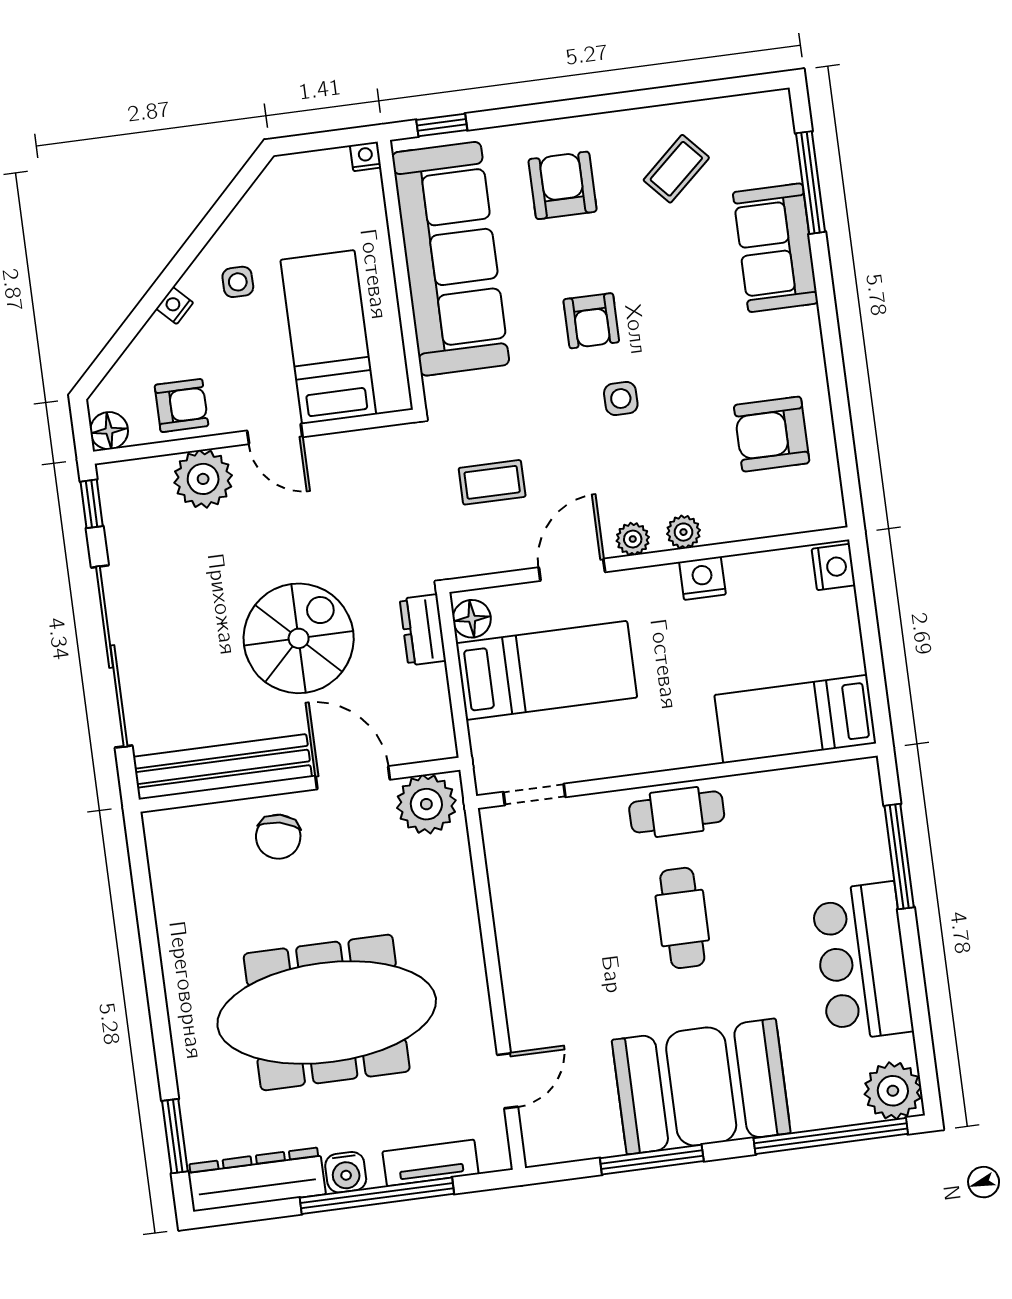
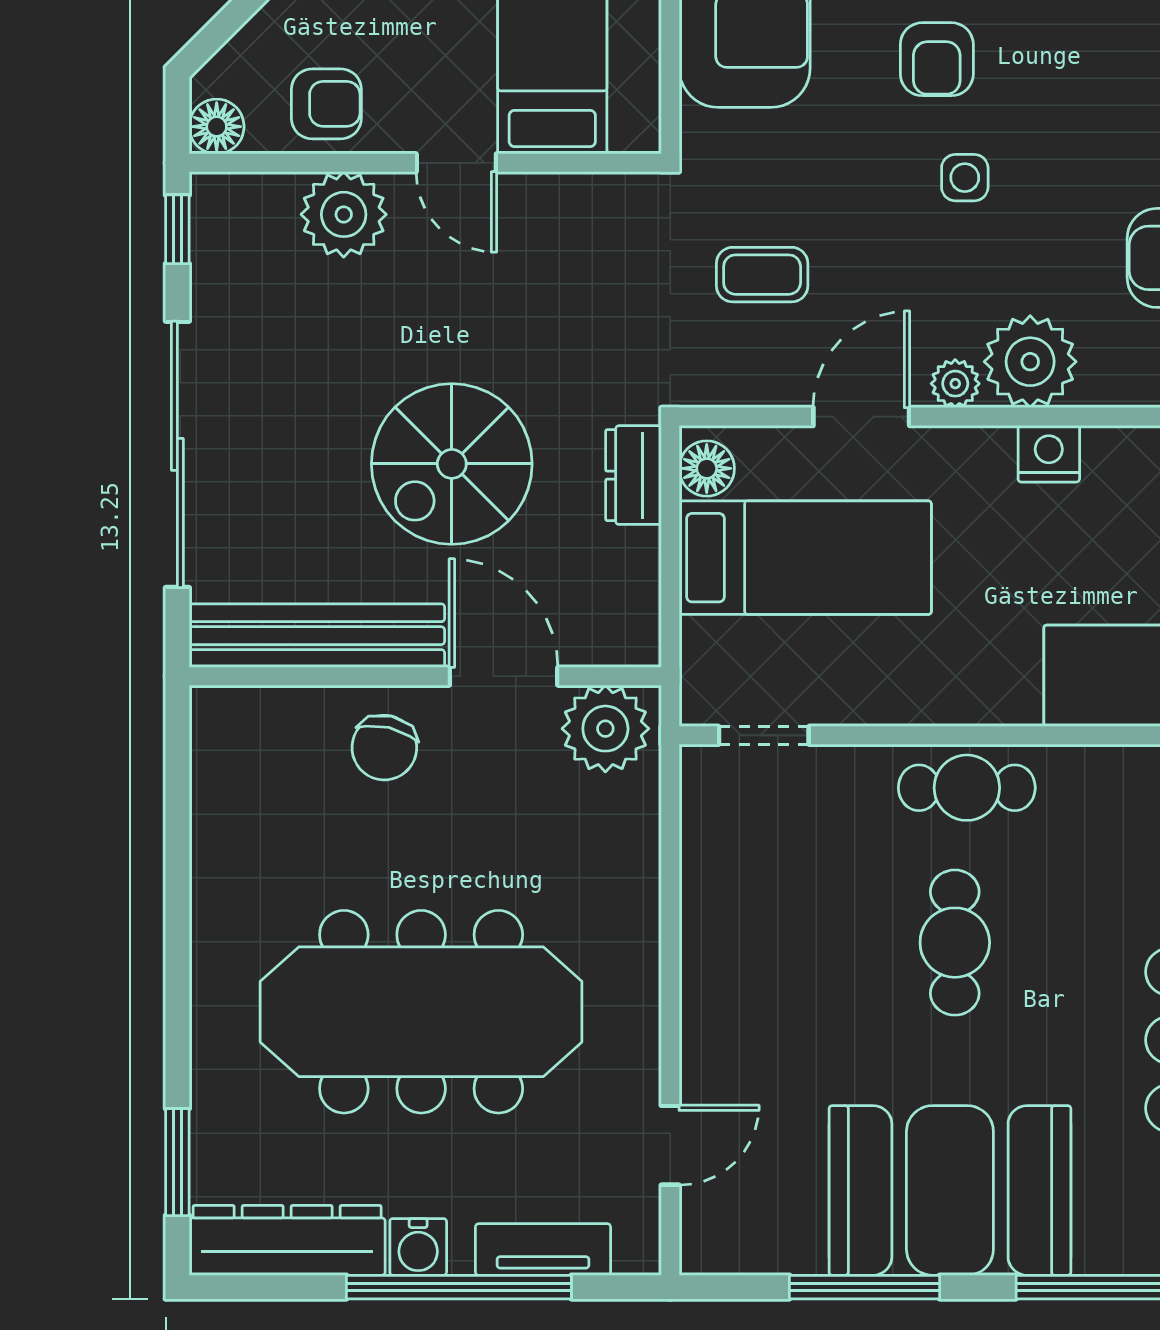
plant: (683, 532) -> (1030, 362), width x1.87, depth x1.87
spiral stairs: (299, 638) -> (452, 464), turned 180

